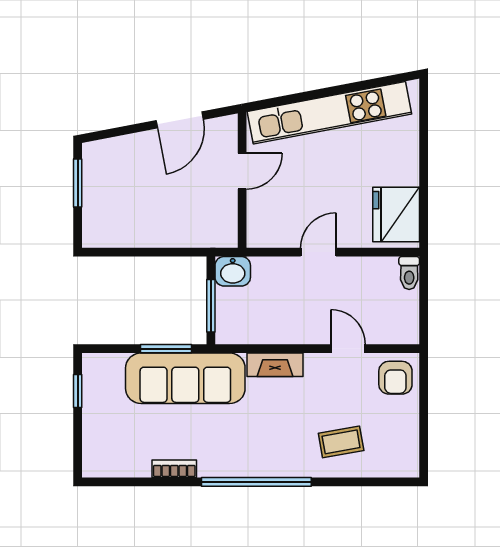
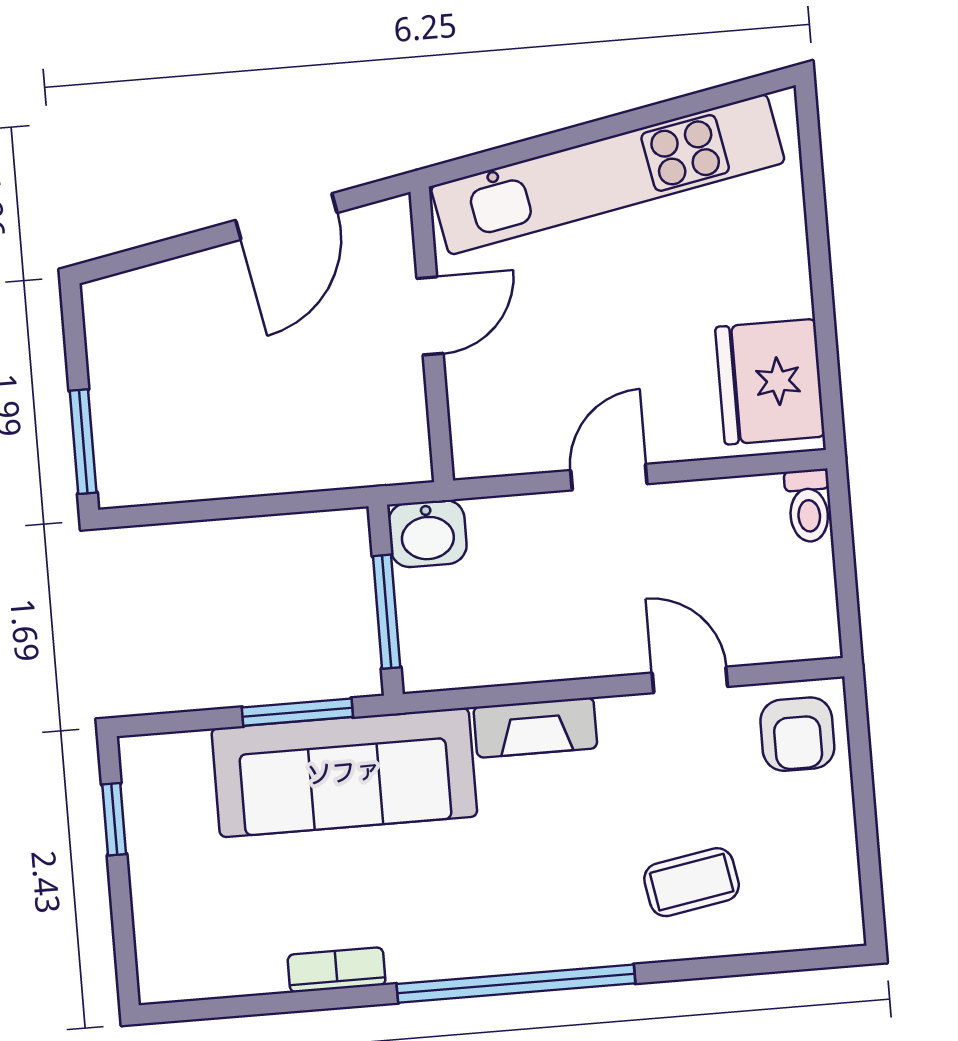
window: (78, 183) -> (83, 442), moved

